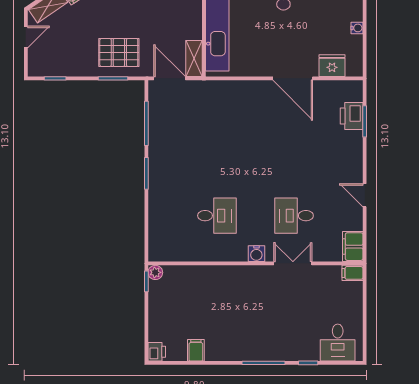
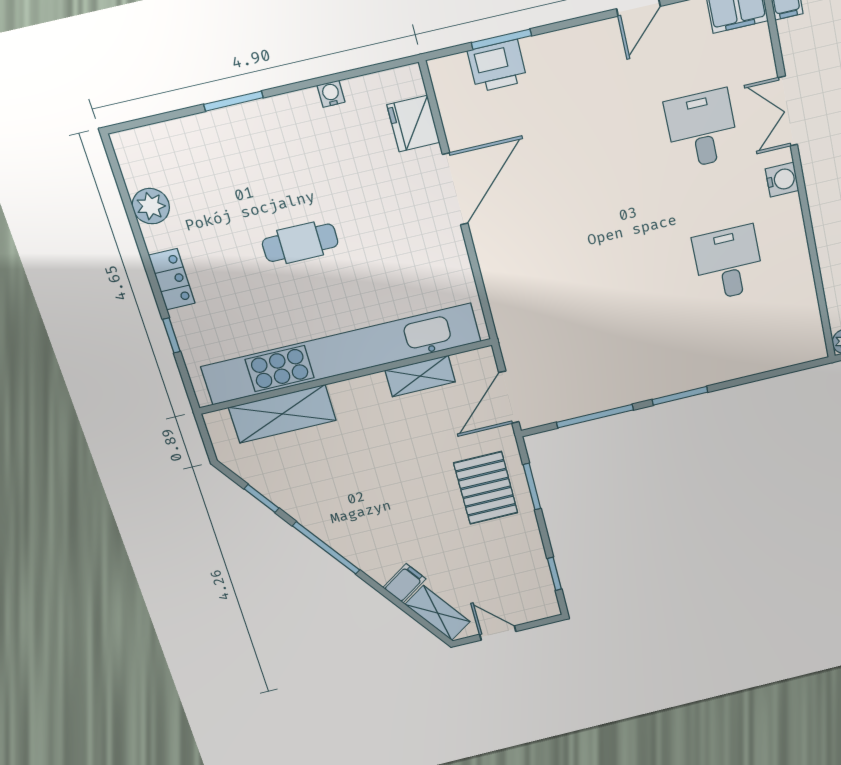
shelving: (194, 59) -> (420, 376), moved
desk: (294, 216) -> (702, 129), turned 180

